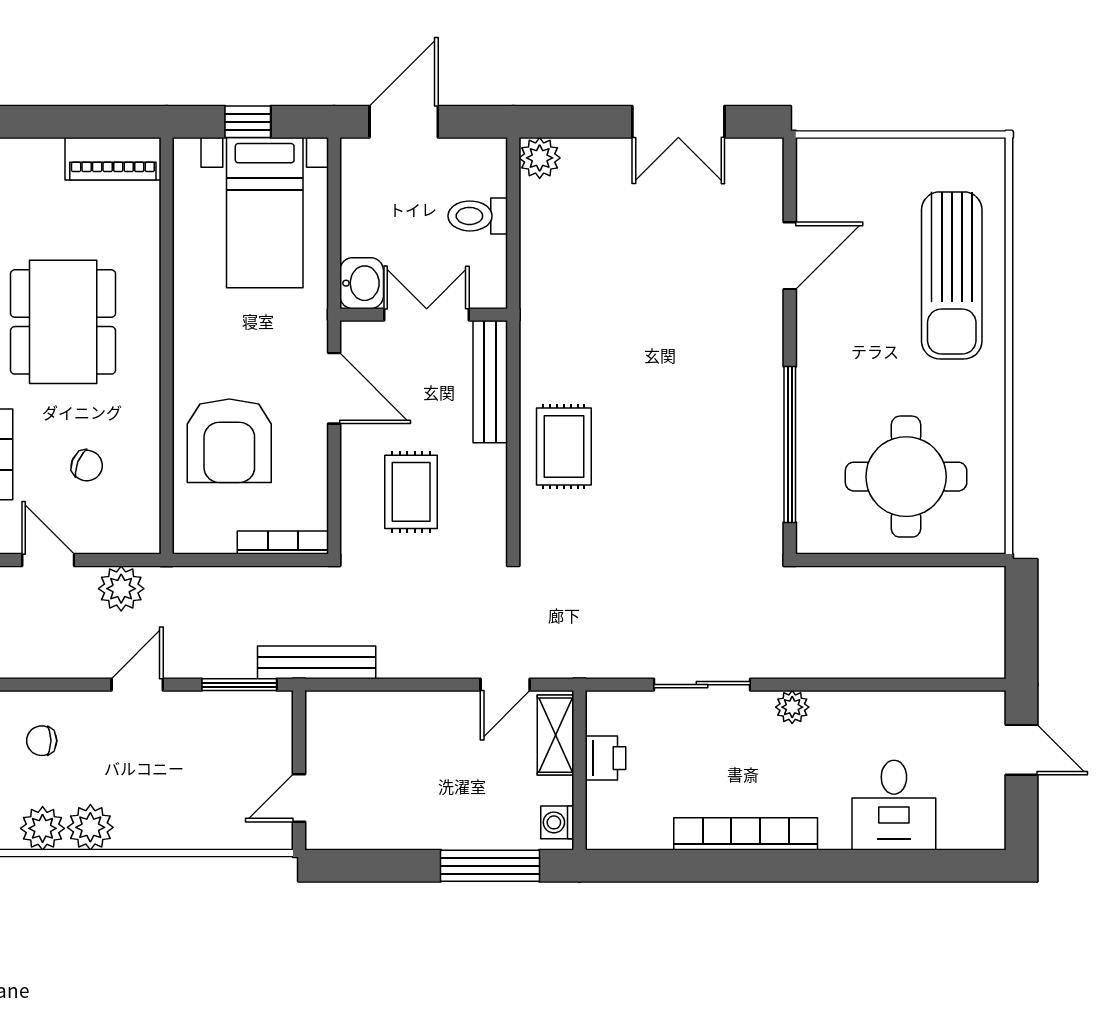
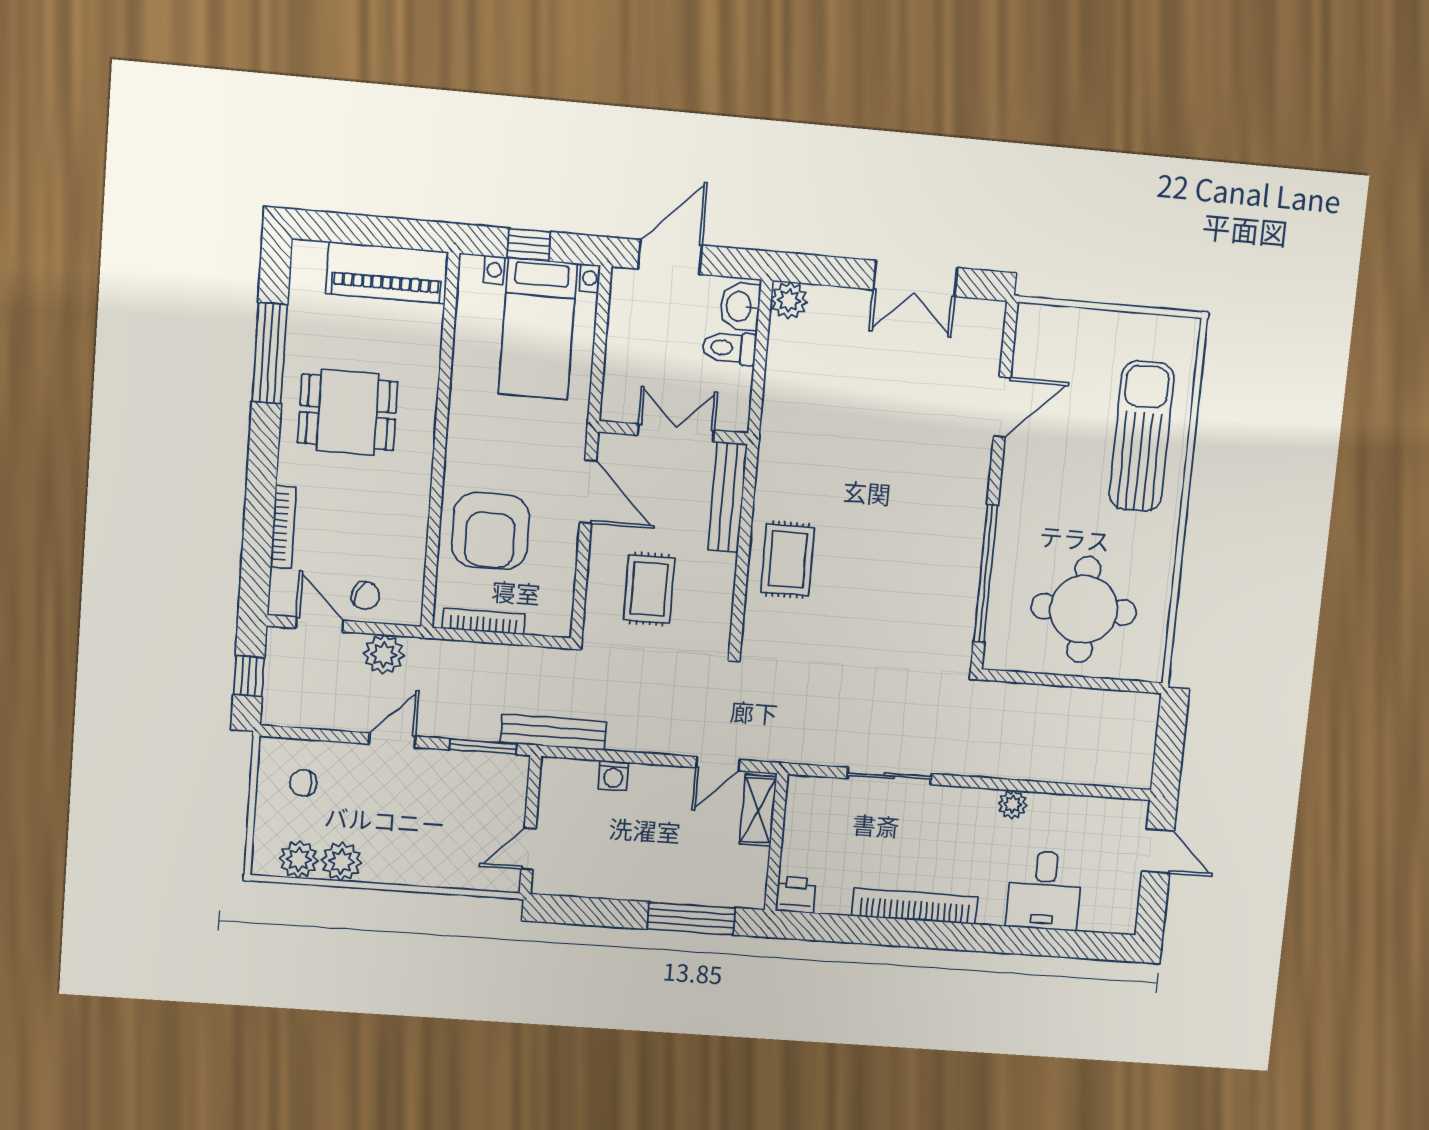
piano: (113, 159) -> (387, 273), width x1.37, depth x1.33
sun lounger: (952, 275) -> (1142, 436), turned 180
washbasin: (362, 283) -> (740, 306), moved, turned 180
dining table: (63, 322) -> (348, 412), width x0.73
chair: (87, 466) -> (365, 596), moved
bookcase: (283, 543) -> (484, 621), moved
plant: (792, 707) -> (1013, 804), moved
printer: (605, 758) -> (796, 895), moved, turned -90
washing machine: (557, 822) -> (613, 776), moved, turned -90

